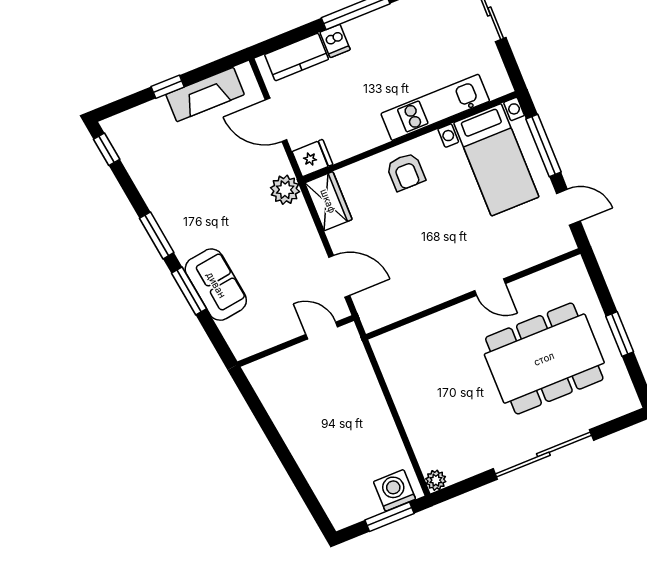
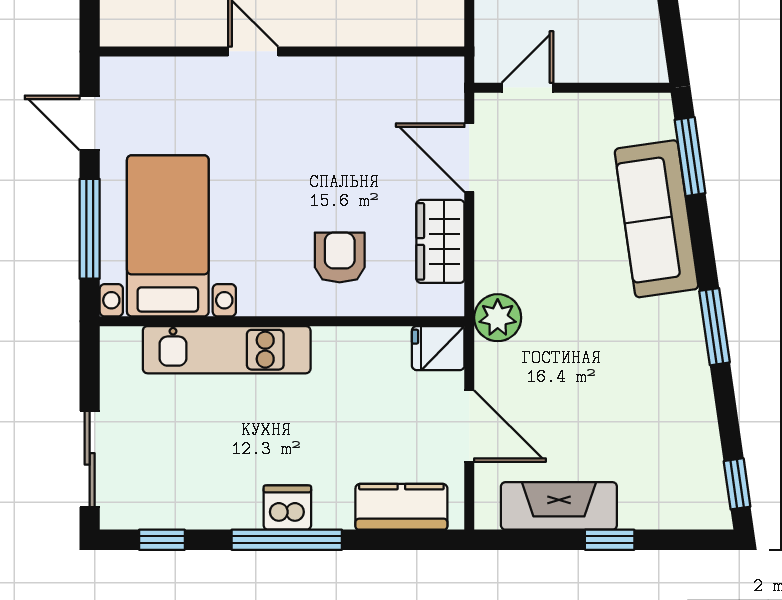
dishwasher: (335, 41) -> (287, 508), moved, width x1.38
armchair: (406, 172) -> (340, 257), moved
wardrobe: (328, 201) -> (440, 241), moved
sofa: (216, 285) -> (657, 219), width x1.36
window: (189, 291) -> (690, 157), moved
door: (322, 331) -> (527, 88), swing flipped

